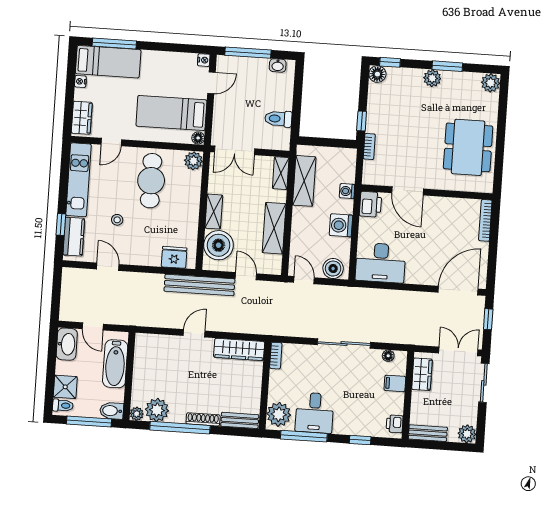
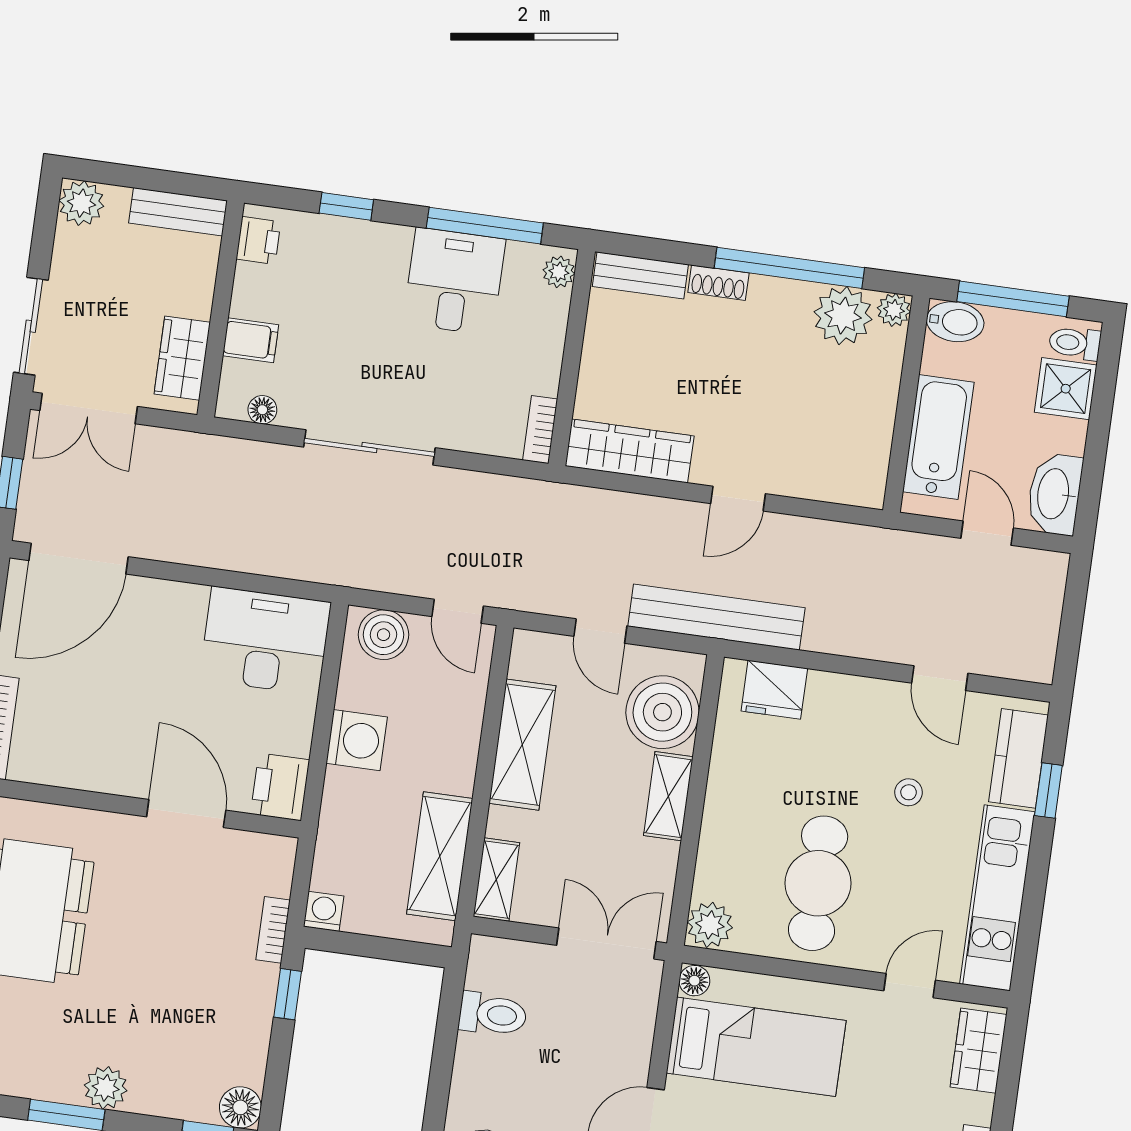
washing machine: (347, 191) -> (324, 911), moved, turned -90
plant: (279, 414) -> (559, 272), width x0.53, depth x0.53
shoe rack: (203, 419) -> (718, 283), width x0.70

